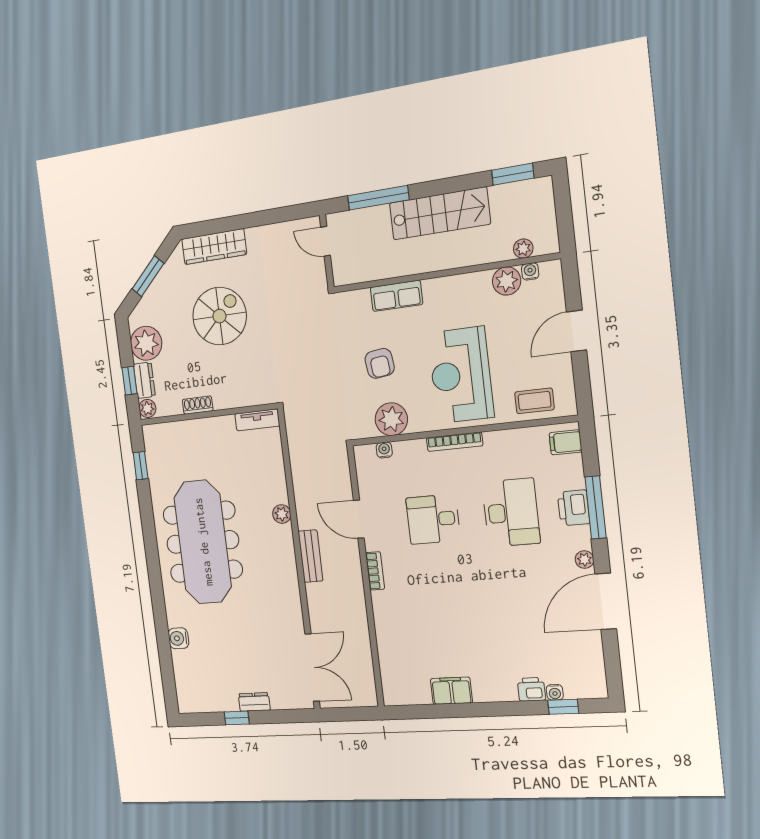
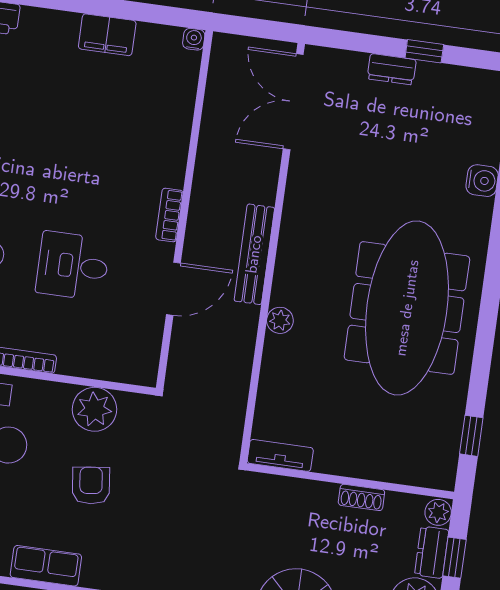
water cooler: (384, 450) -> (194, 39), moved, turned 180
door: (359, 519) -> (173, 289), hinge flipped
desk: (433, 519) -> (73, 266), turned 180
bench: (310, 556) -> (254, 254), width x1.36

